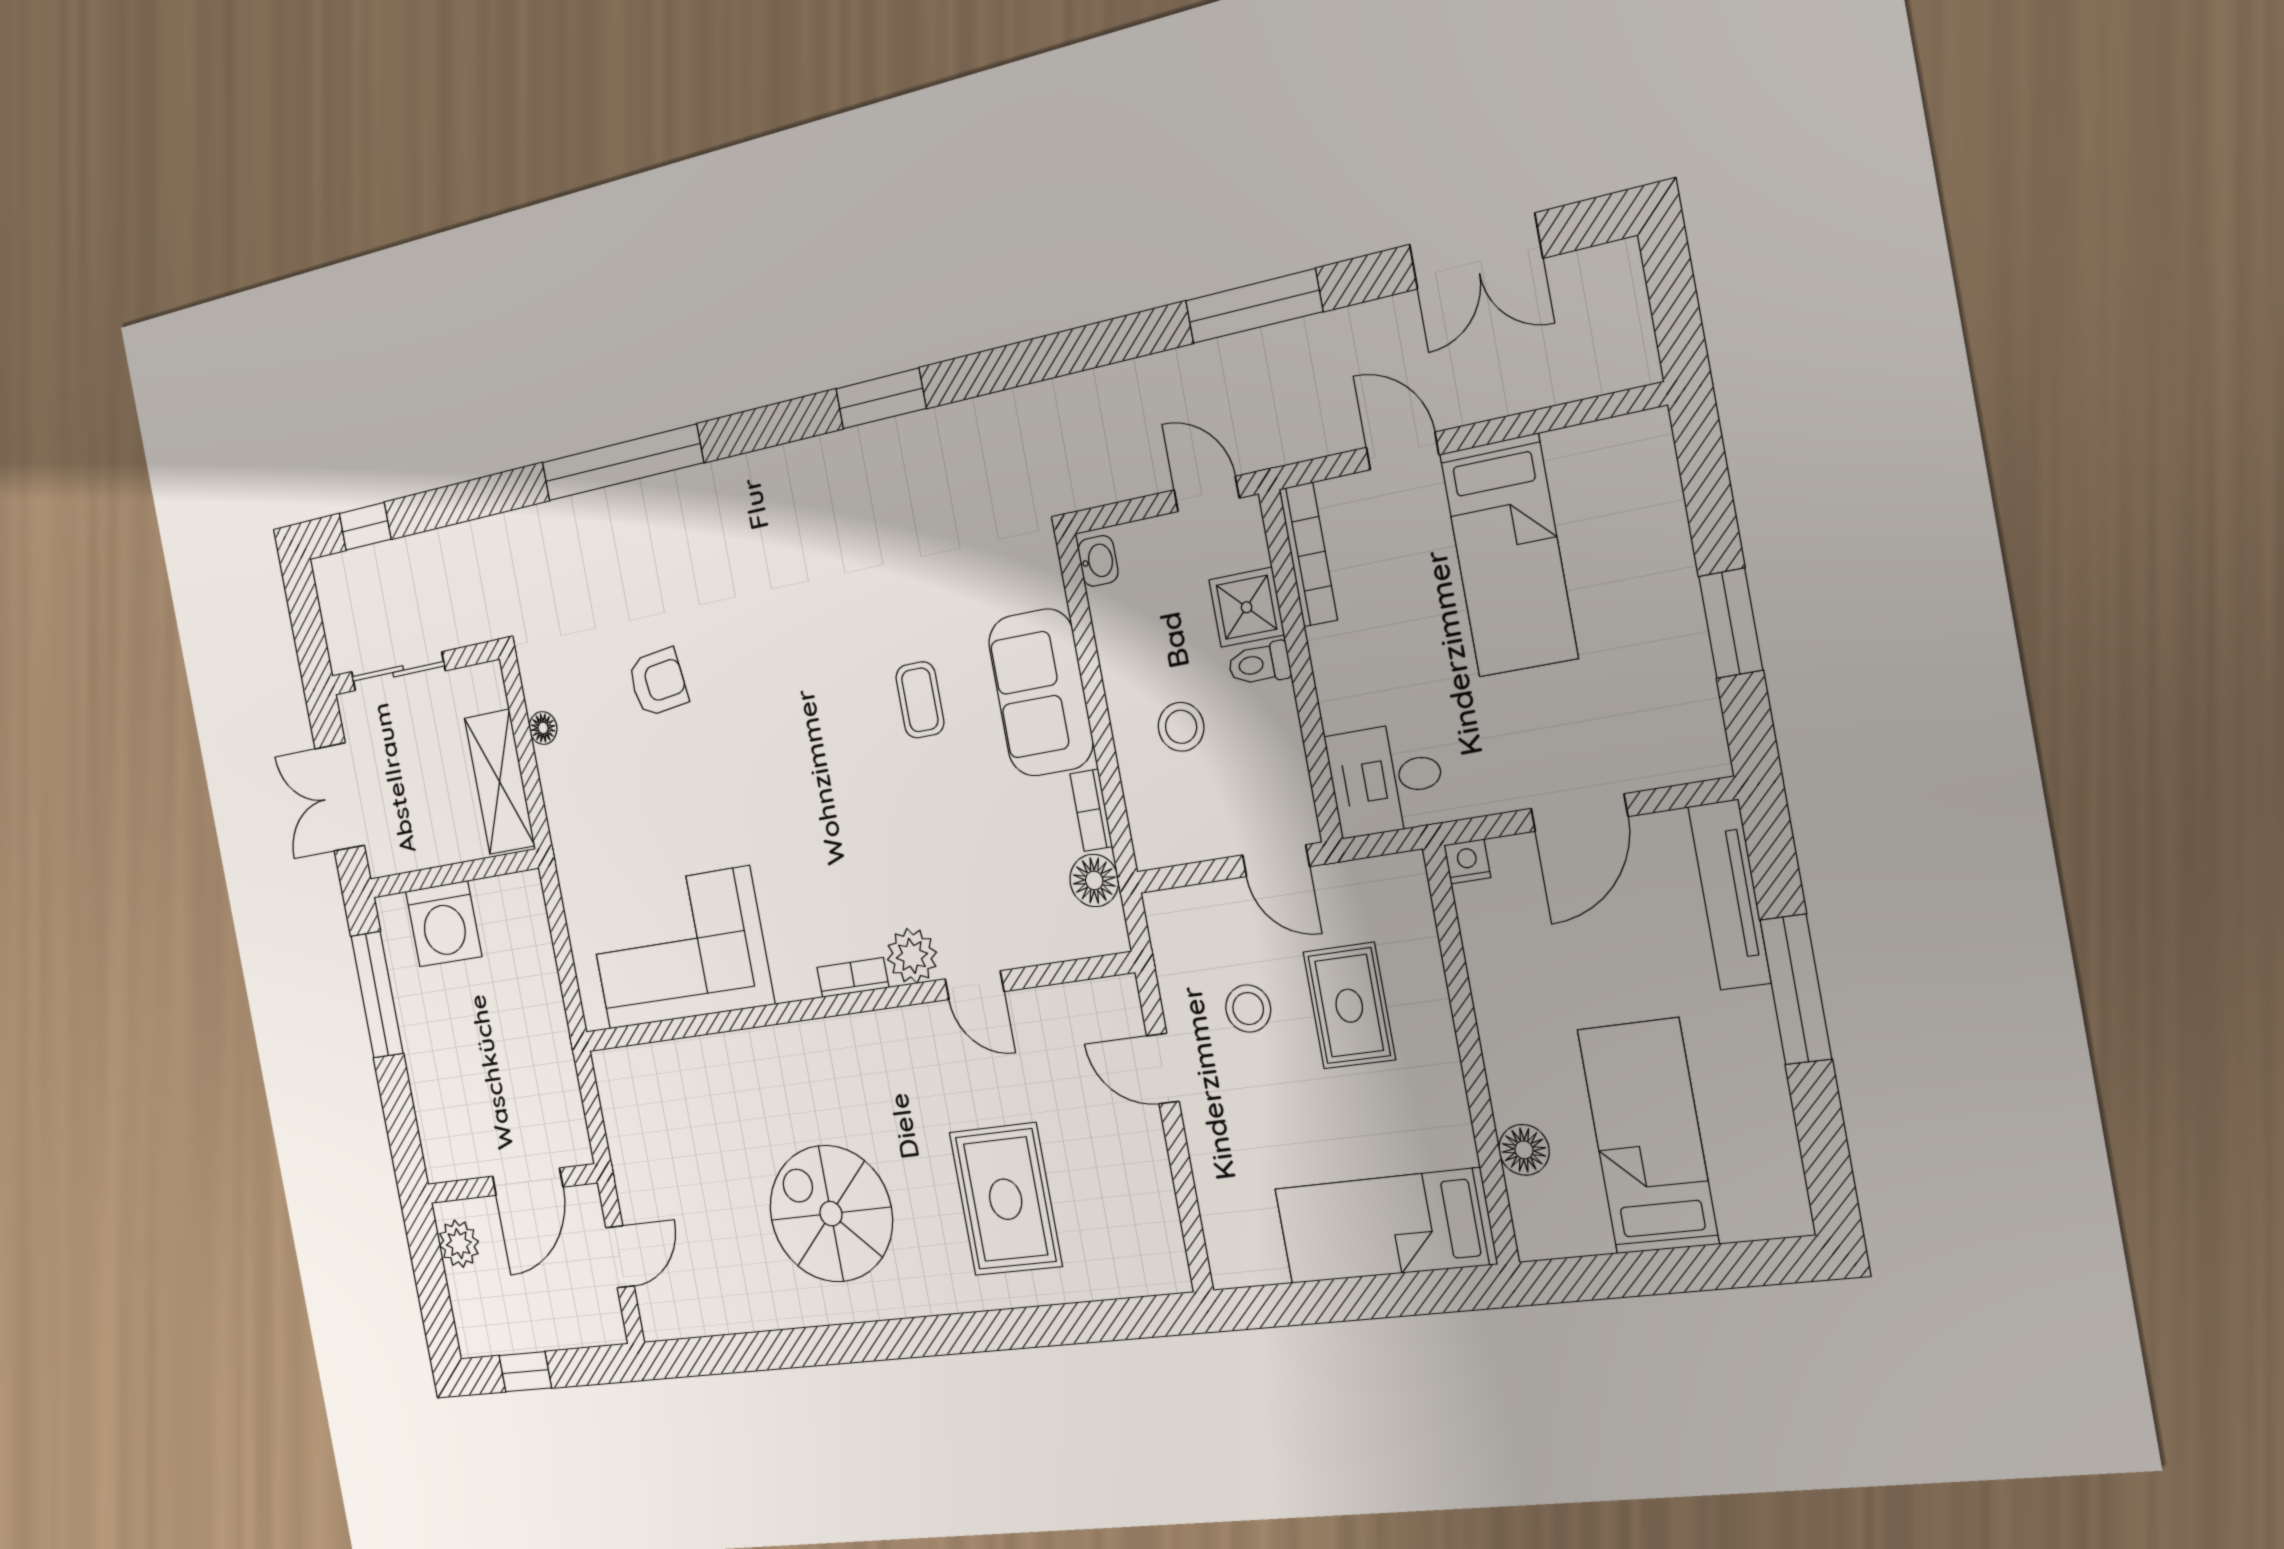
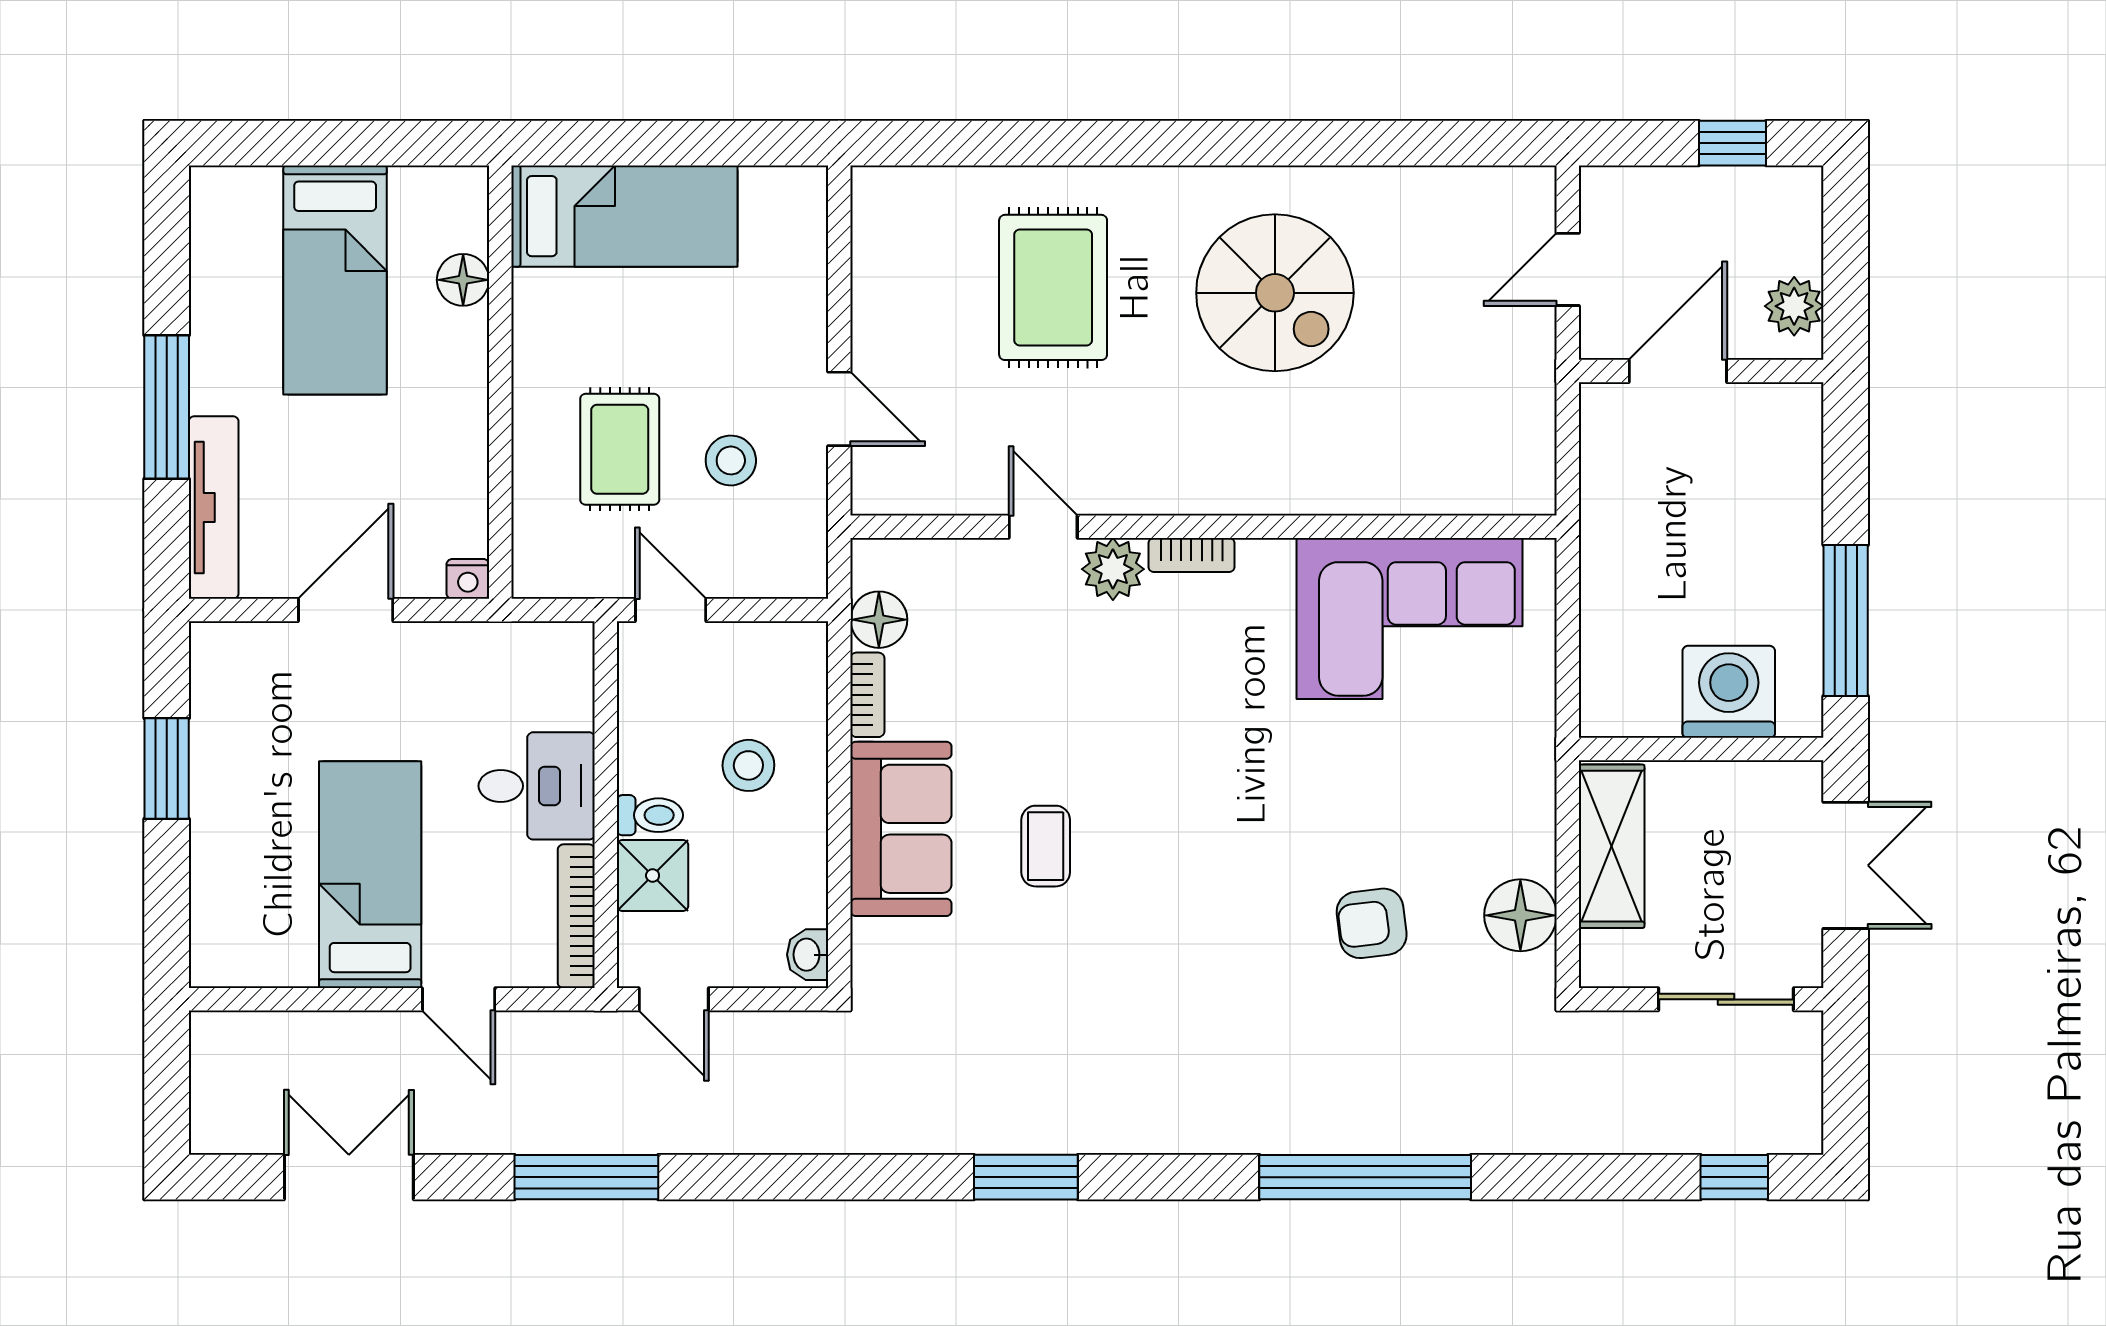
floor lamp: (543, 728) -> (1520, 915), width x1.89, depth x1.89
desk: (1386, 779) -> (537, 786), moved

